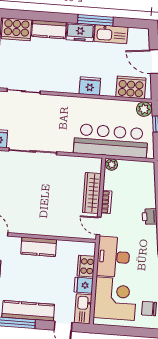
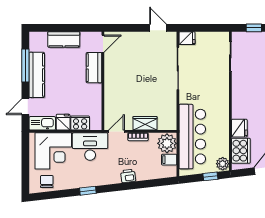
fridge: (90, 86) -> (239, 128), moved
plant: (112, 165) -> (167, 143), width x1.87, depth x1.87
filing cabinet: (135, 169) -> (169, 160), added
wardrobe: (92, 193) -> (145, 123), width x0.67
kitchen counter: (39, 247) -> (94, 68), moved

